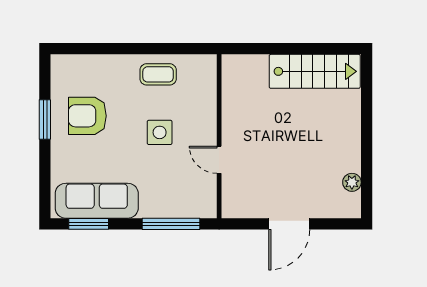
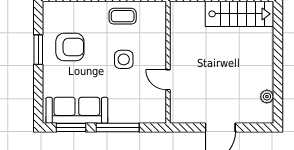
armchair: (87, 116) -> (70, 47), turned 180
window: (171, 224) -> (118, 128), moved

